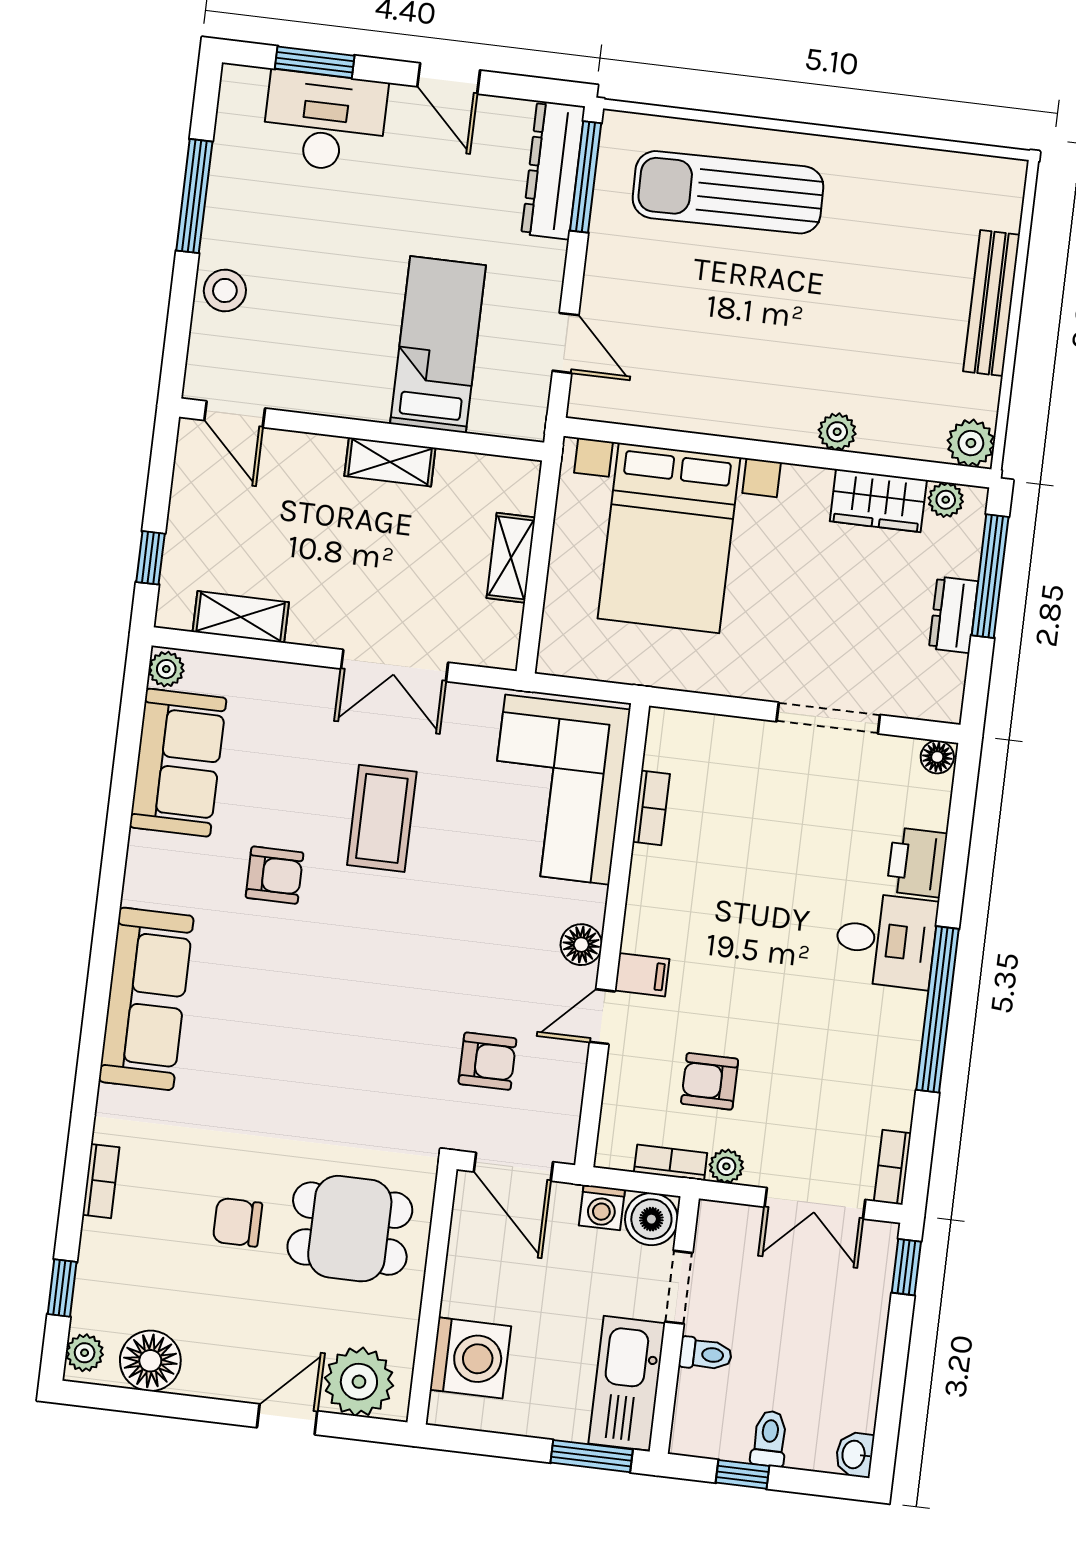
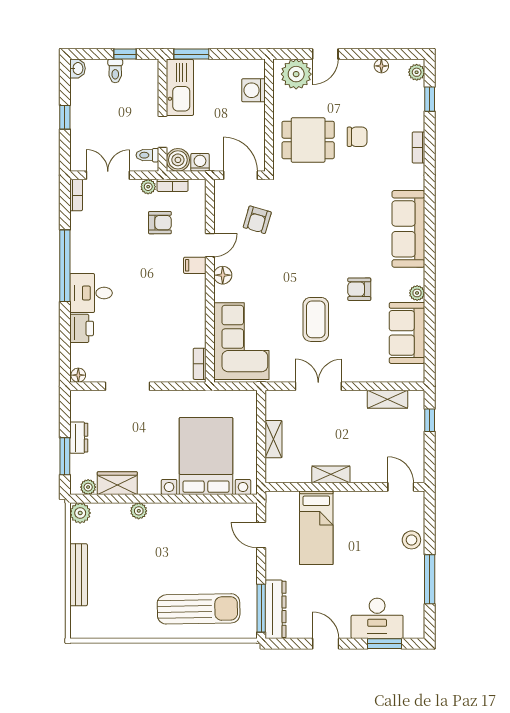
window: (990, 576) -> (65, 456), width x0.69
plant: (166, 669) -> (417, 293), moved
bookcase: (651, 808) -> (200, 364), moved
armchair: (487, 1061) -> (257, 220), turned -74
window: (906, 1267) -> (65, 117), moved
toilet: (705, 1354) -> (147, 155), moved
washing machine: (470, 1358) -> (253, 90), width x0.73, depth x0.73
floor lamp: (150, 1361) -> (381, 66), width x0.53, depth x0.53

